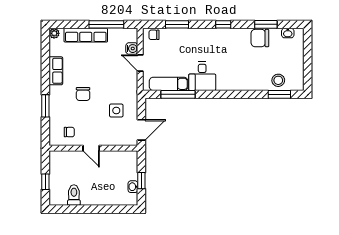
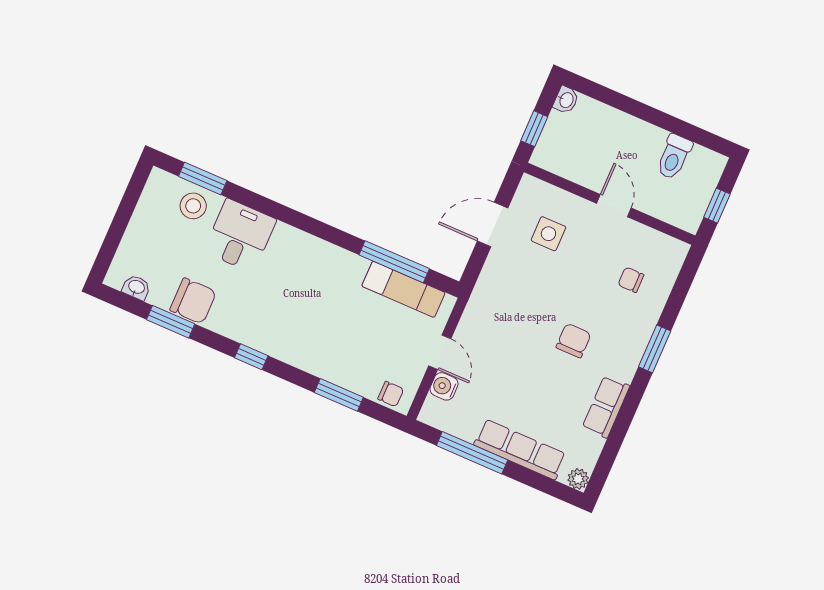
desk: (202, 76) -> (240, 236), moved
side table: (116, 111) -> (548, 234), moved
door: (91, 148) -> (614, 206), moved
wall: (93, 148) -> (610, 204), moved
washbasin: (133, 187) -> (566, 100), moved

